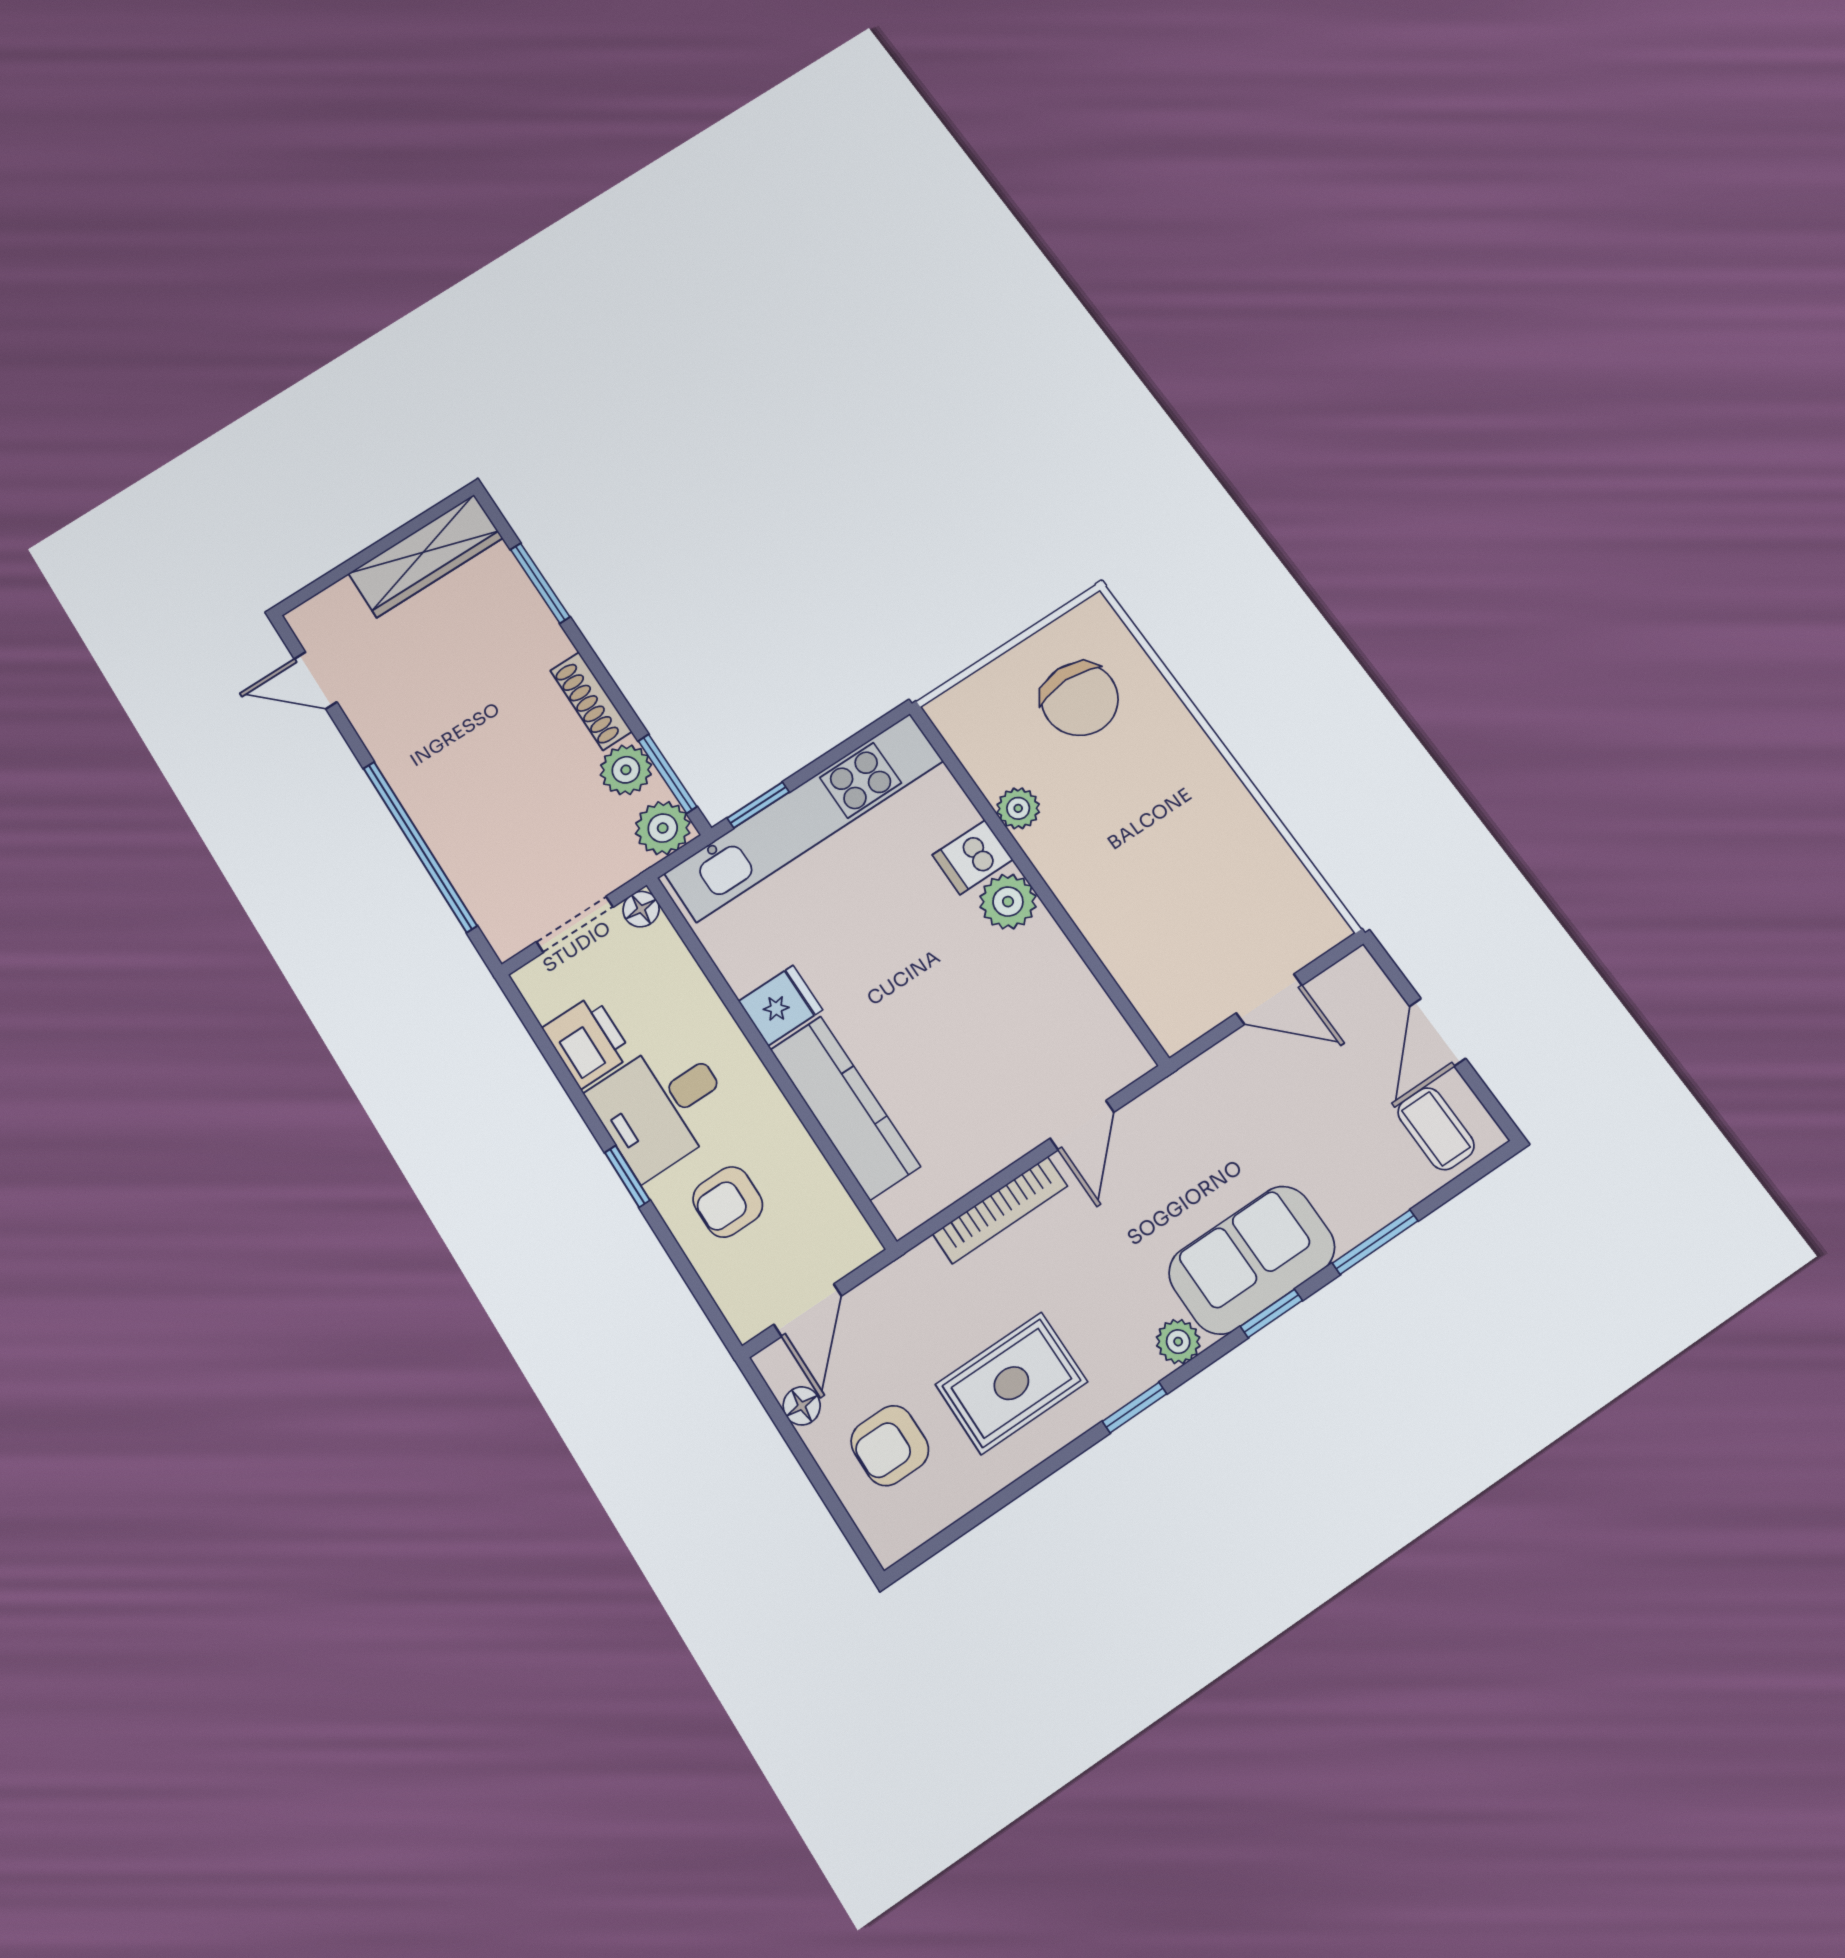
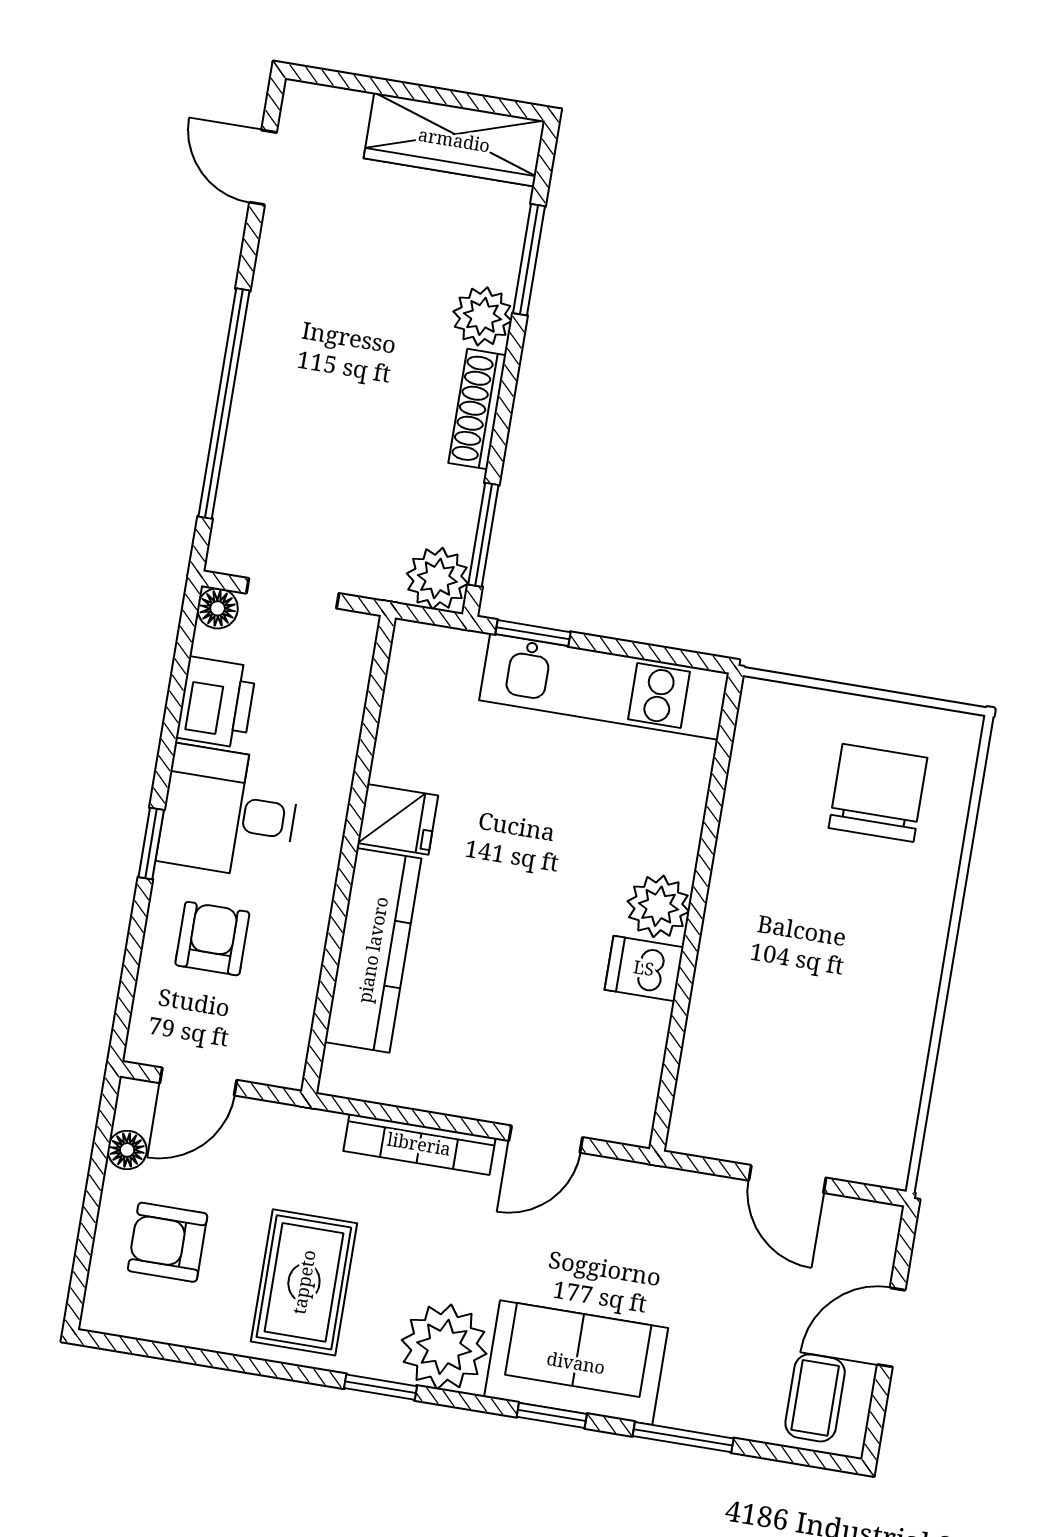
chair: (1080, 699) -> (878, 793), turned 180
plant: (626, 770) -> (482, 316), moved
plant: (1018, 808) -> (740, 837), removed
kitchen unit: (804, 817) -> (604, 686), width x0.73
dishwasher: (973, 857) -> (644, 968), moved
floor lamp: (641, 909) -> (218, 608), moved
armchair: (728, 1202) -> (212, 939), turned 90
plant: (1178, 1342) -> (444, 1347), width x1.88, depth x1.88
rug: (1011, 1383) -> (304, 1282), turned 90

